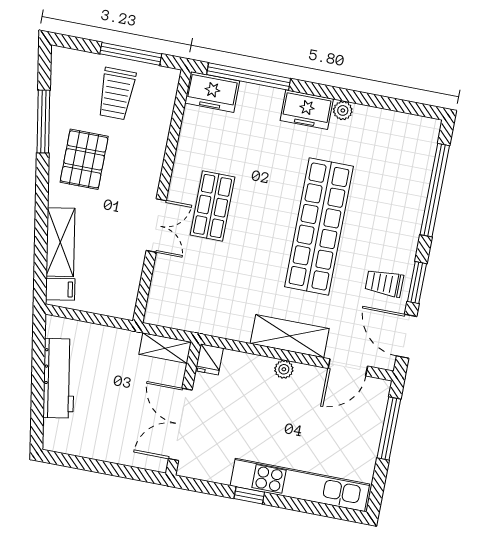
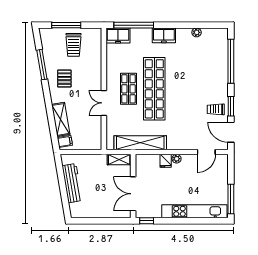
window: (131, 54) -> (66, 25), moved
plant: (343, 110) -> (197, 32), moved
pallet: (84, 159) -> (64, 79), width x0.67, depth x0.71
double door: (156, 225) -> (104, 103), swing flipped
shop shelf: (319, 227) -> (154, 89), moved
shelving: (290, 336) -> (140, 143), moved, width x1.47
fridge: (209, 359) -> (166, 161), moved
window: (389, 428) -> (231, 199), moved
window: (249, 495) -> (147, 221), moved

